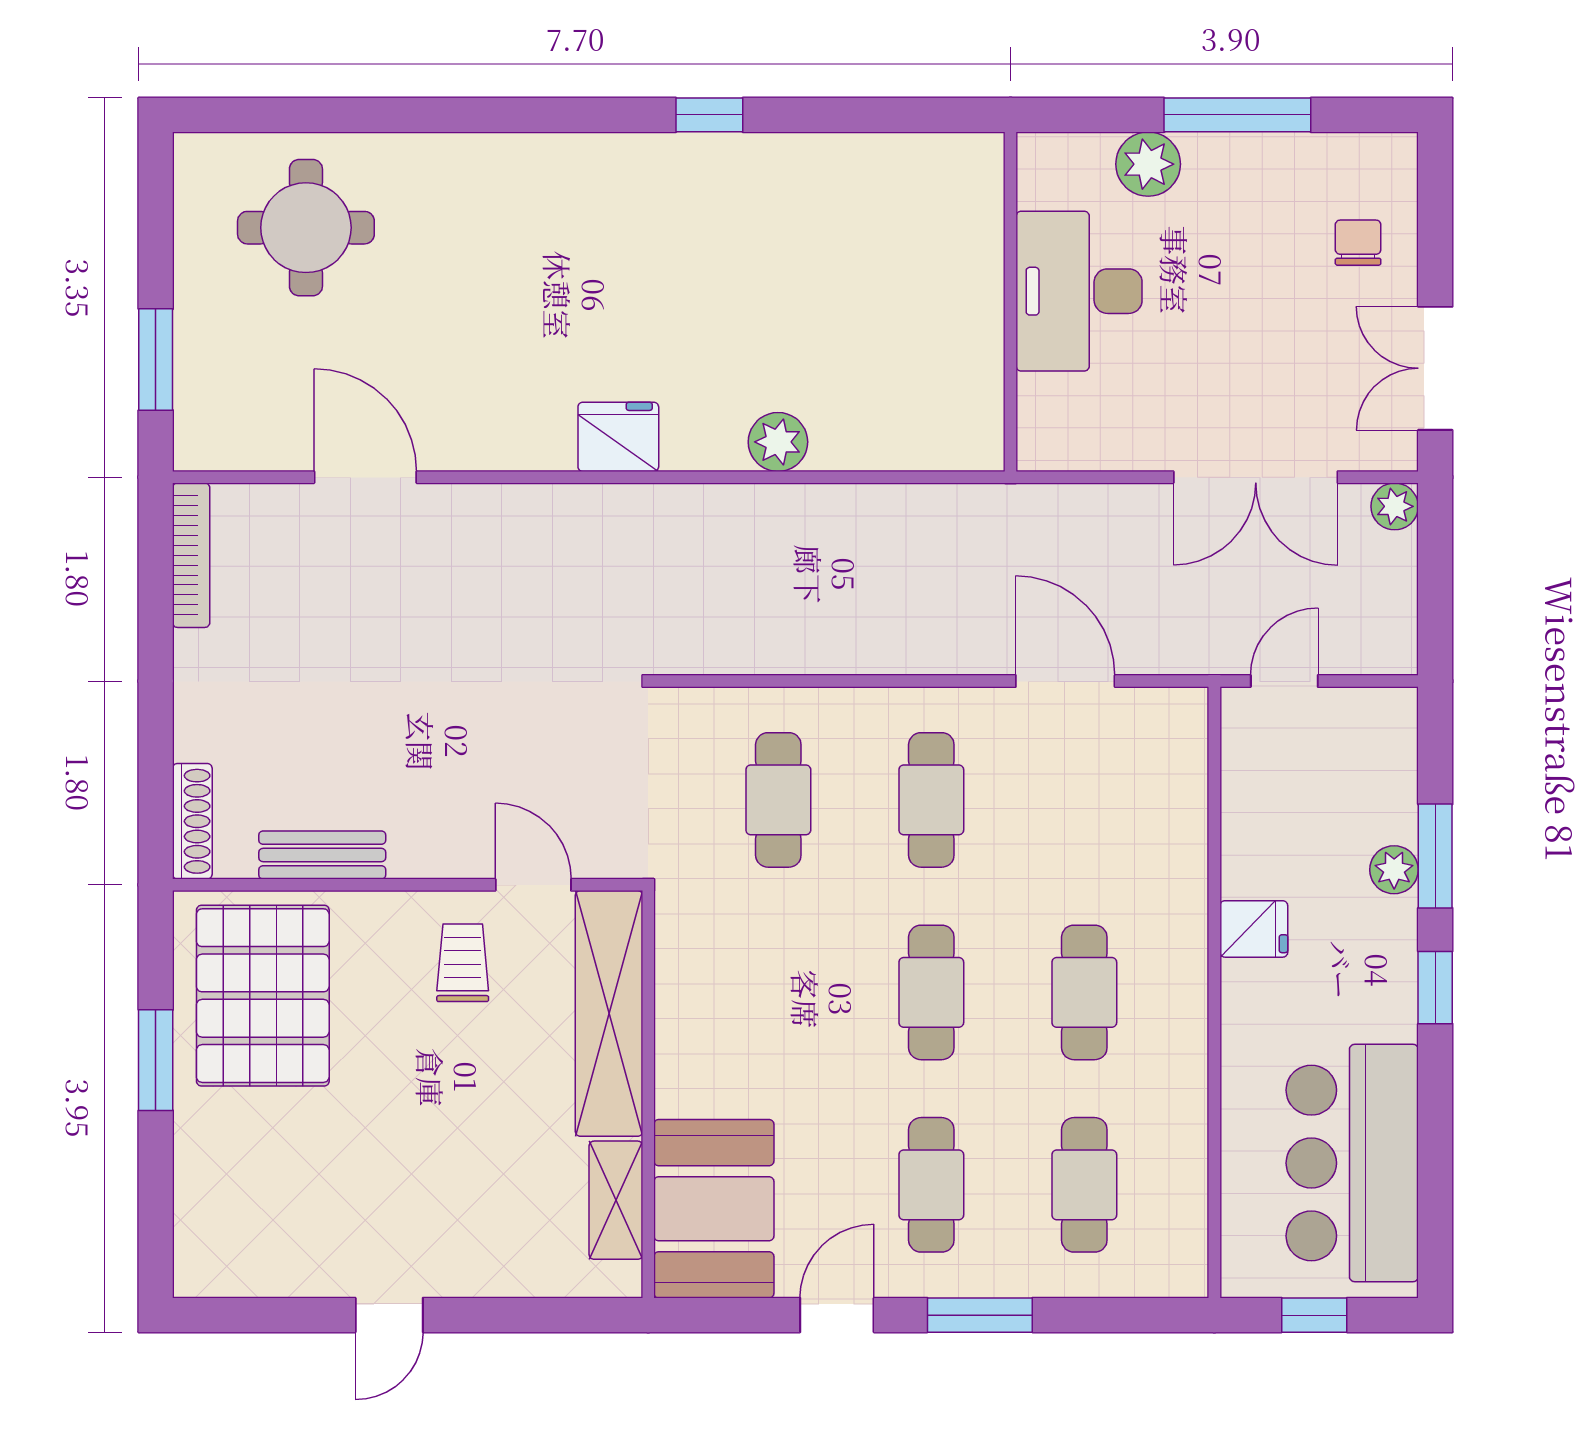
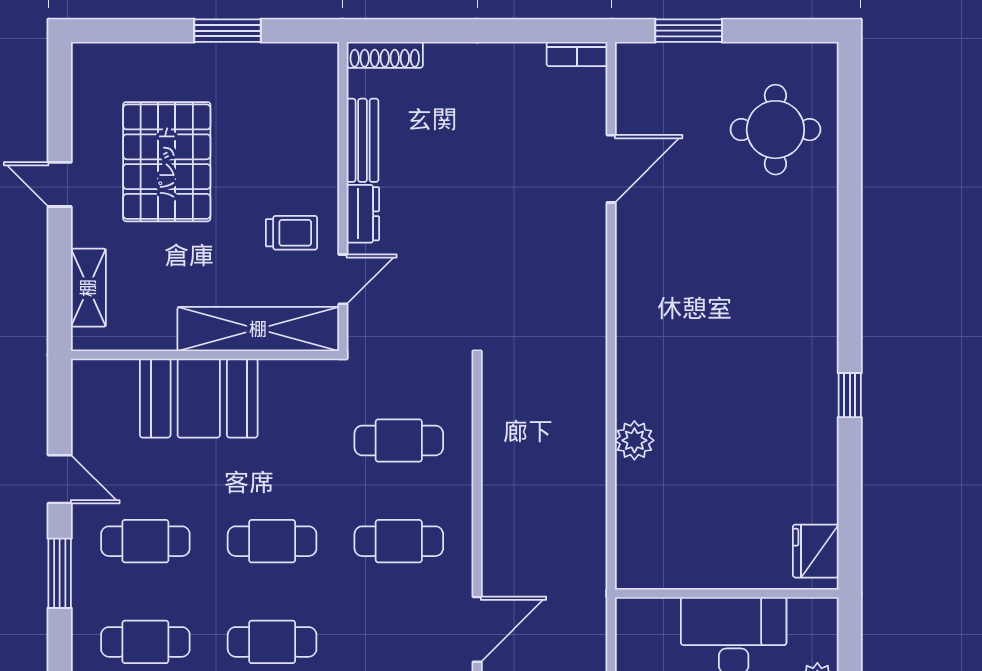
fridge: (618, 437) -> (816, 551), moved, turned 180
bookcase: (191, 555) -> (577, 54), width x0.64
dresser: (434, 855) -> (363, 214), added
pallet: (263, 996) -> (167, 162), moved, turned 90
shelving: (616, 1200) -> (88, 288), moved, turned 90
booth: (714, 1209) -> (199, 398), moved

